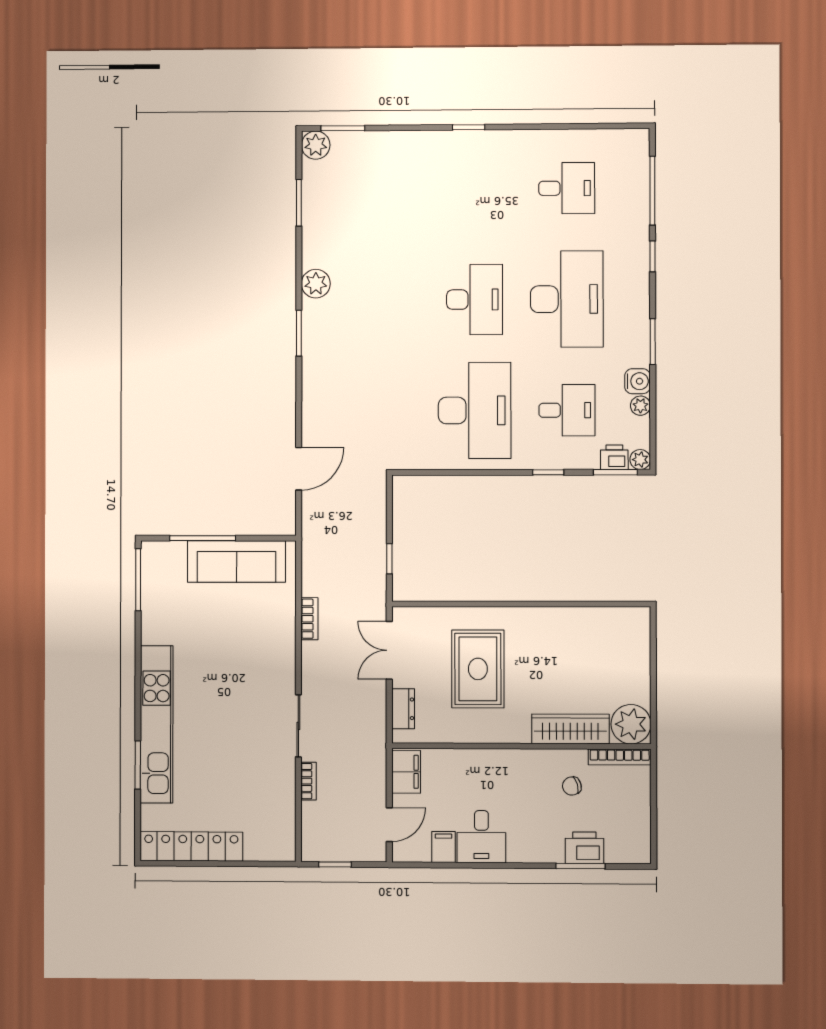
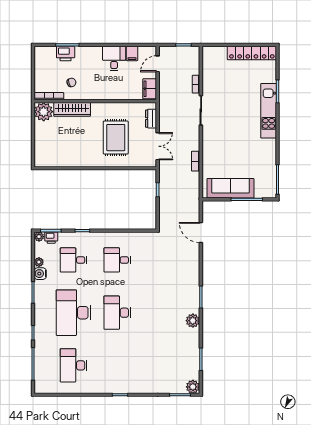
desk: (567, 188) -> (74, 365), width x1.37
desk: (475, 410) -> (117, 260), width x0.53, depth x0.77
door: (299, 469) -> (201, 232), hinge flipped
kitchen unit: (157, 724) -> (269, 111), width x0.73

